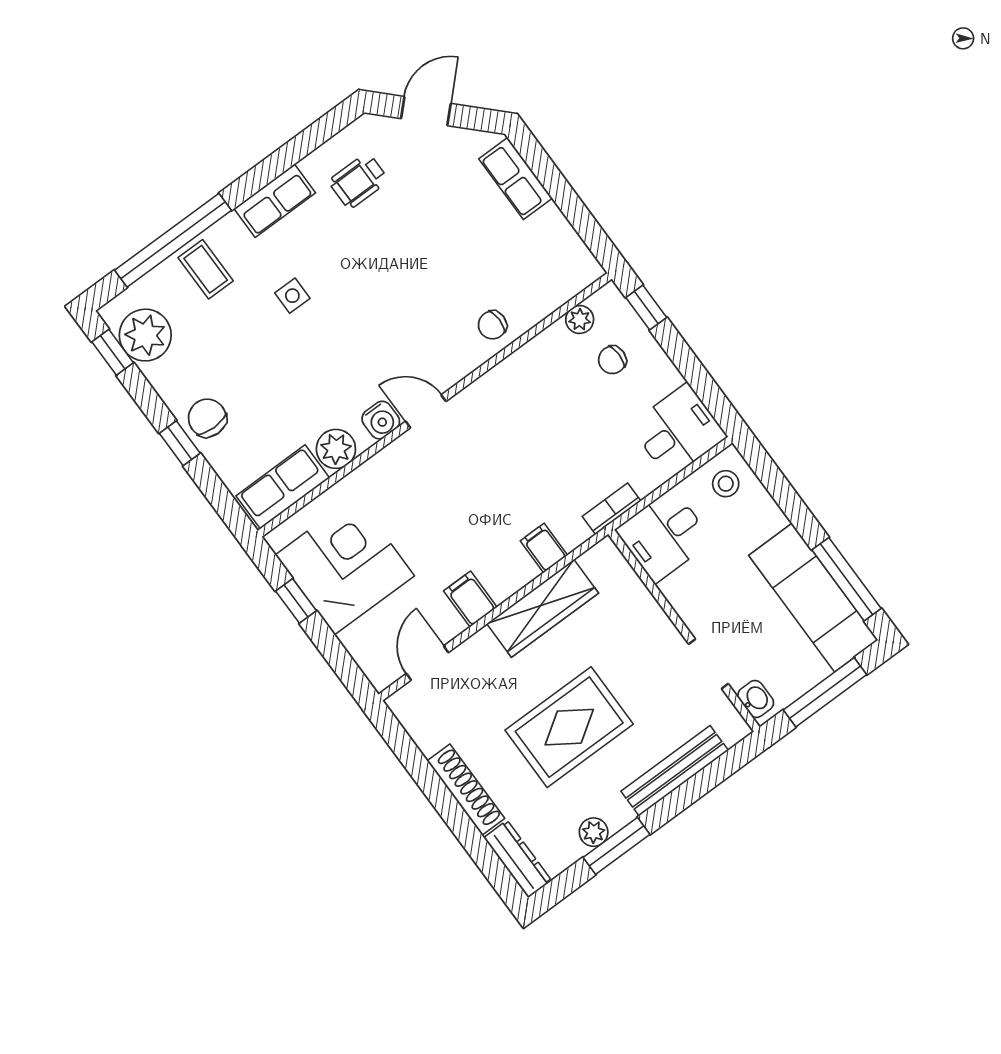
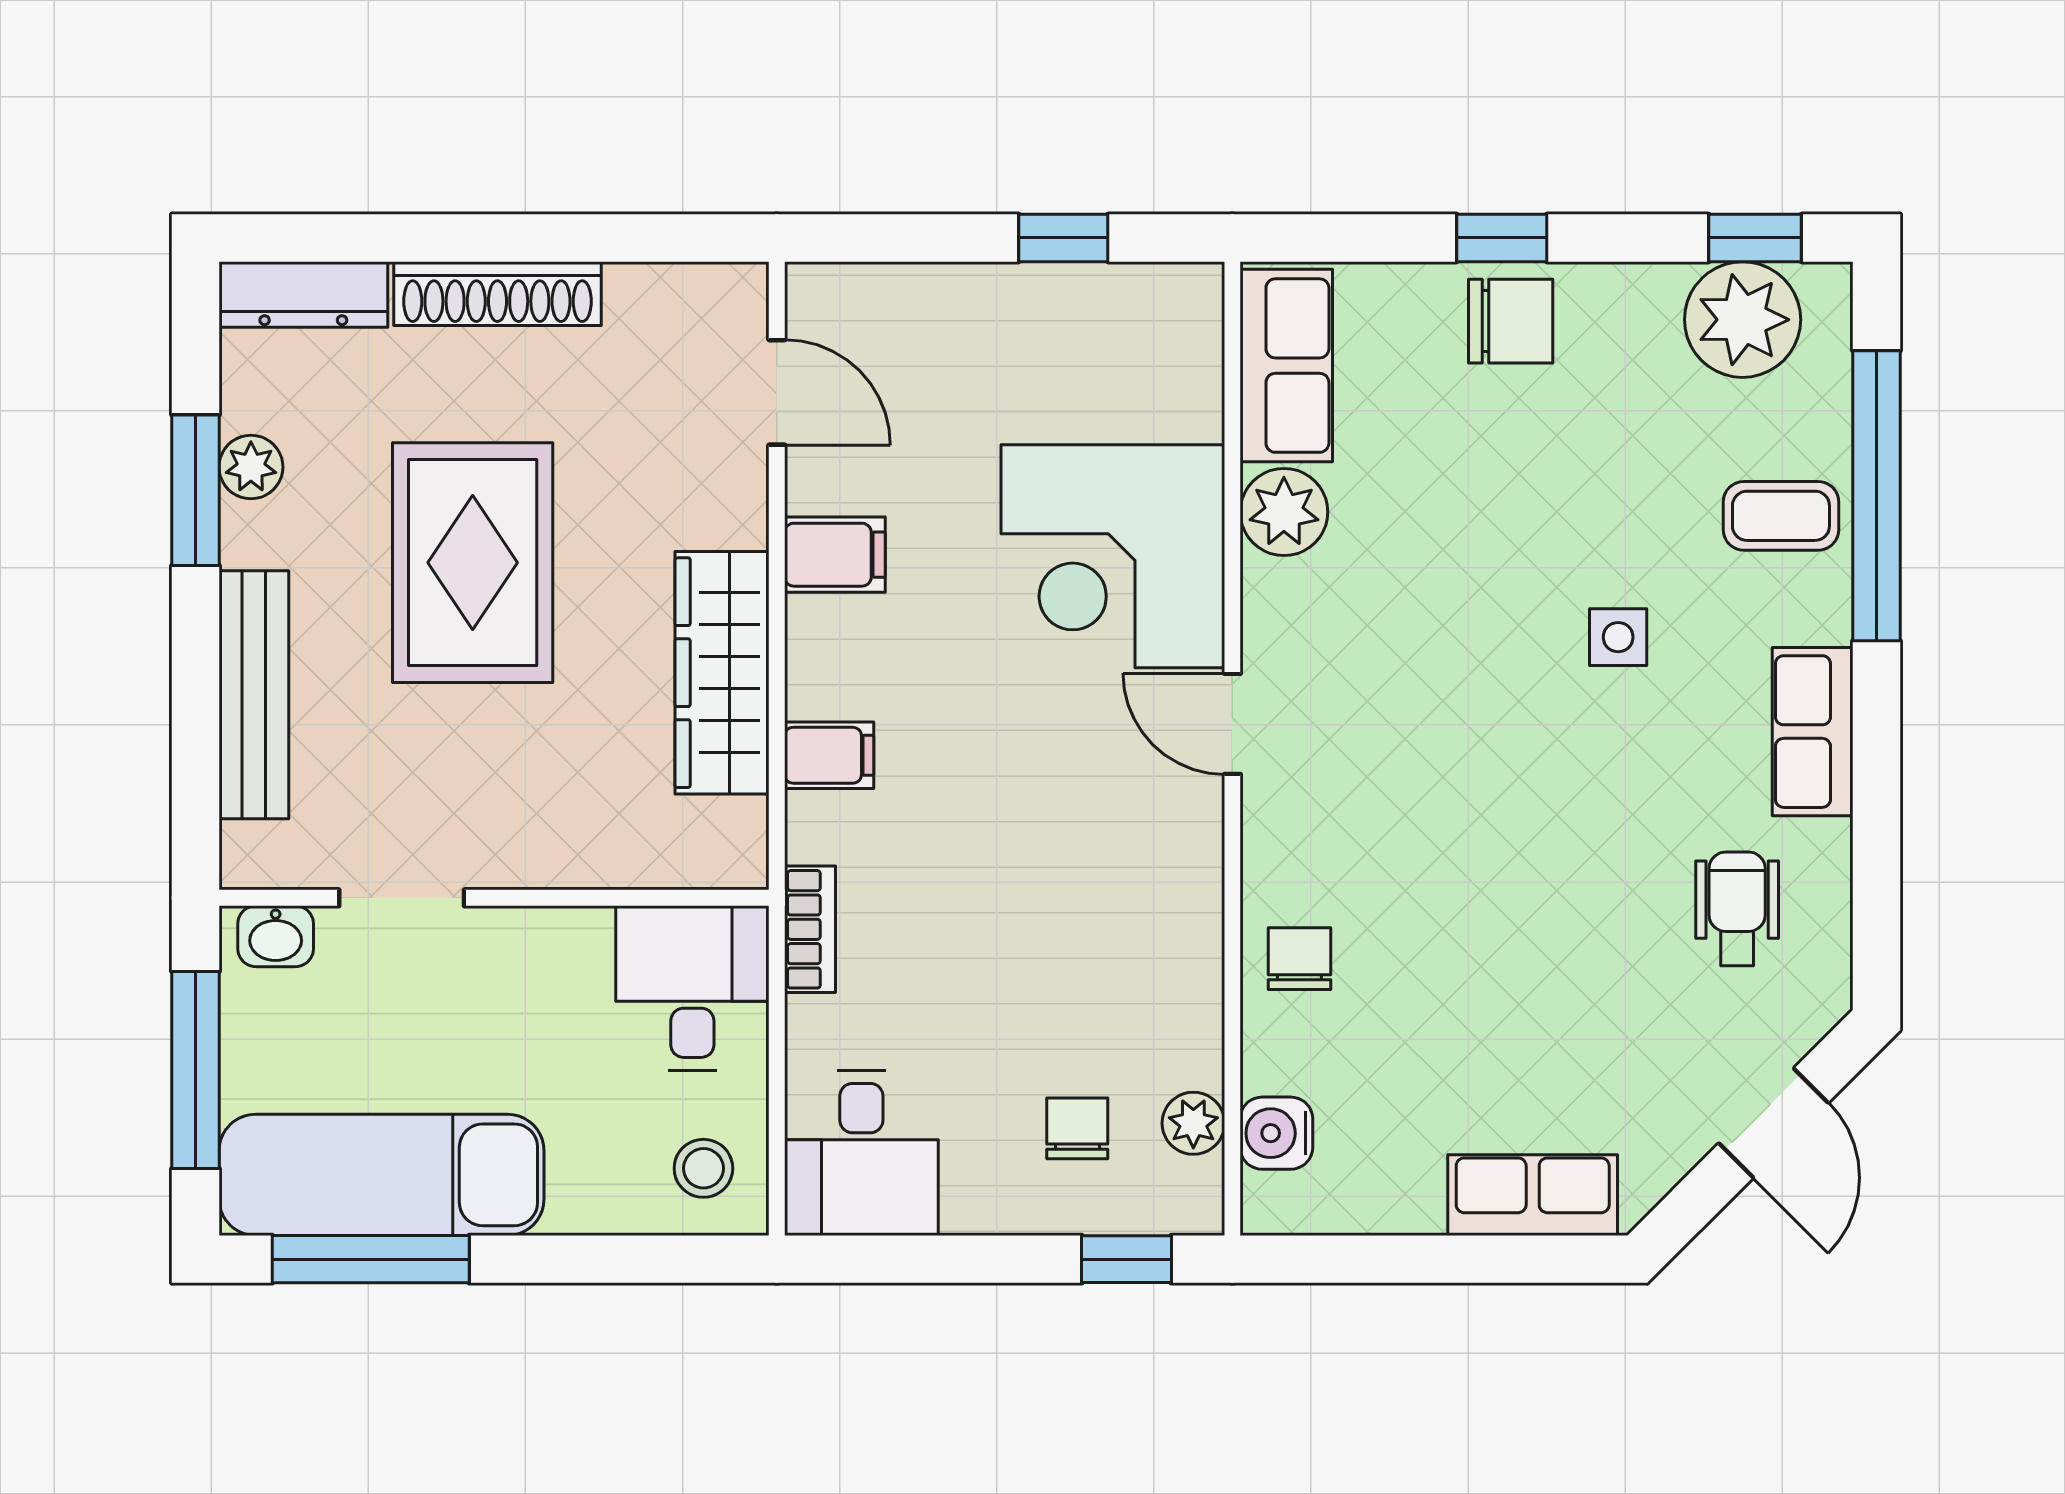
door: (426, 411) -> (1232, 724), swing flipped
water cooler: (381, 420) -> (1276, 1133), moved
corner desk: (345, 565) -> (1113, 556), moved, turned 90

